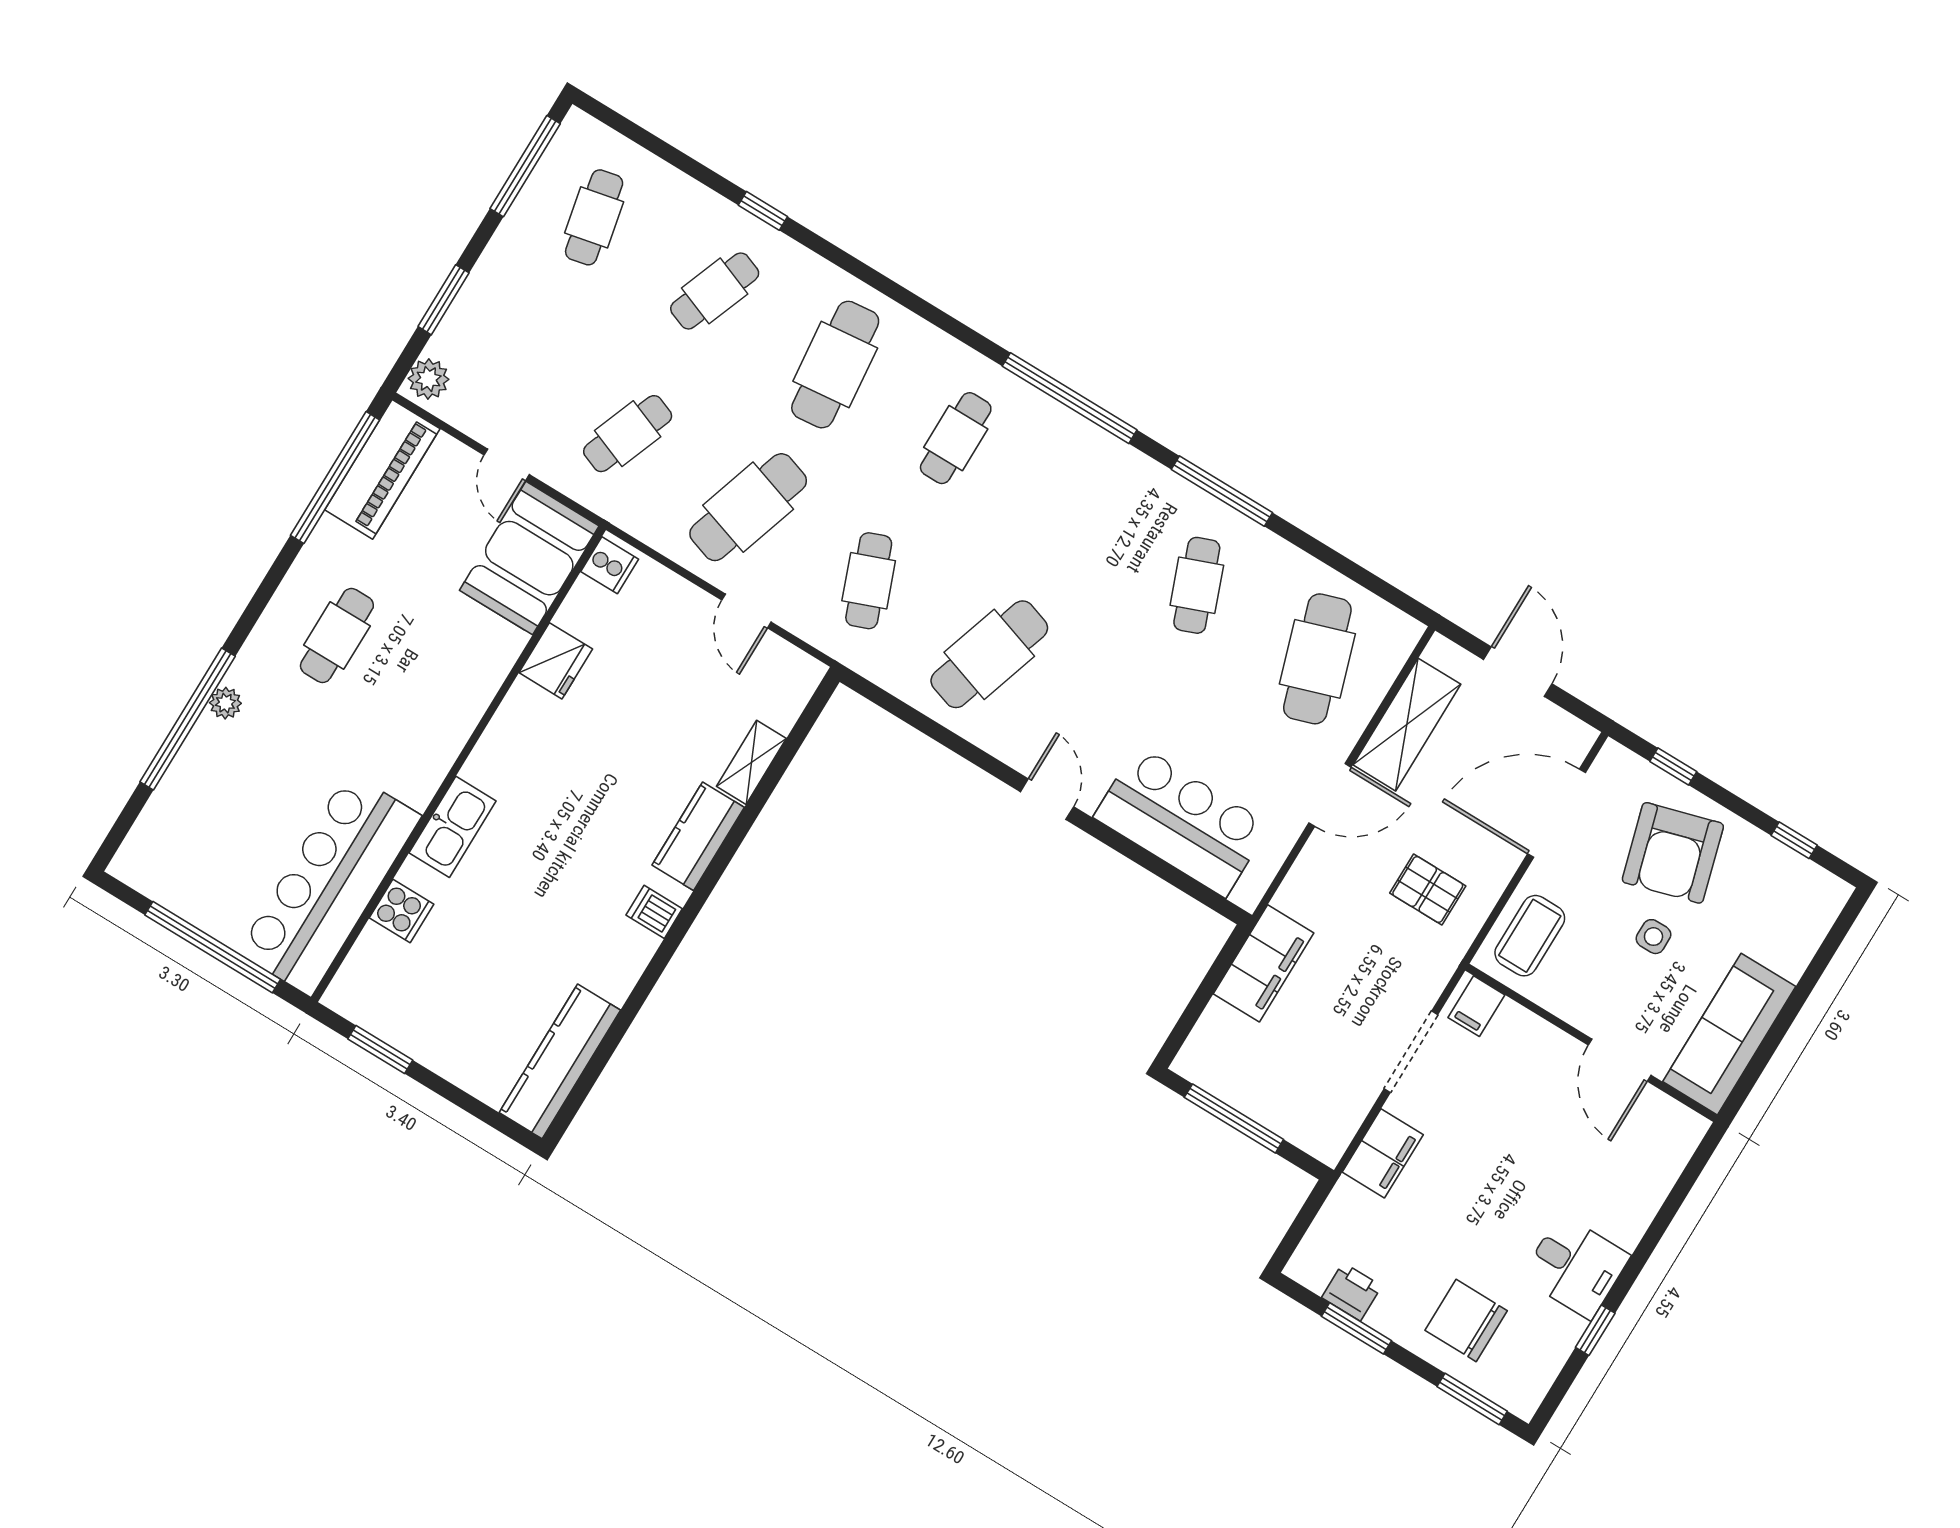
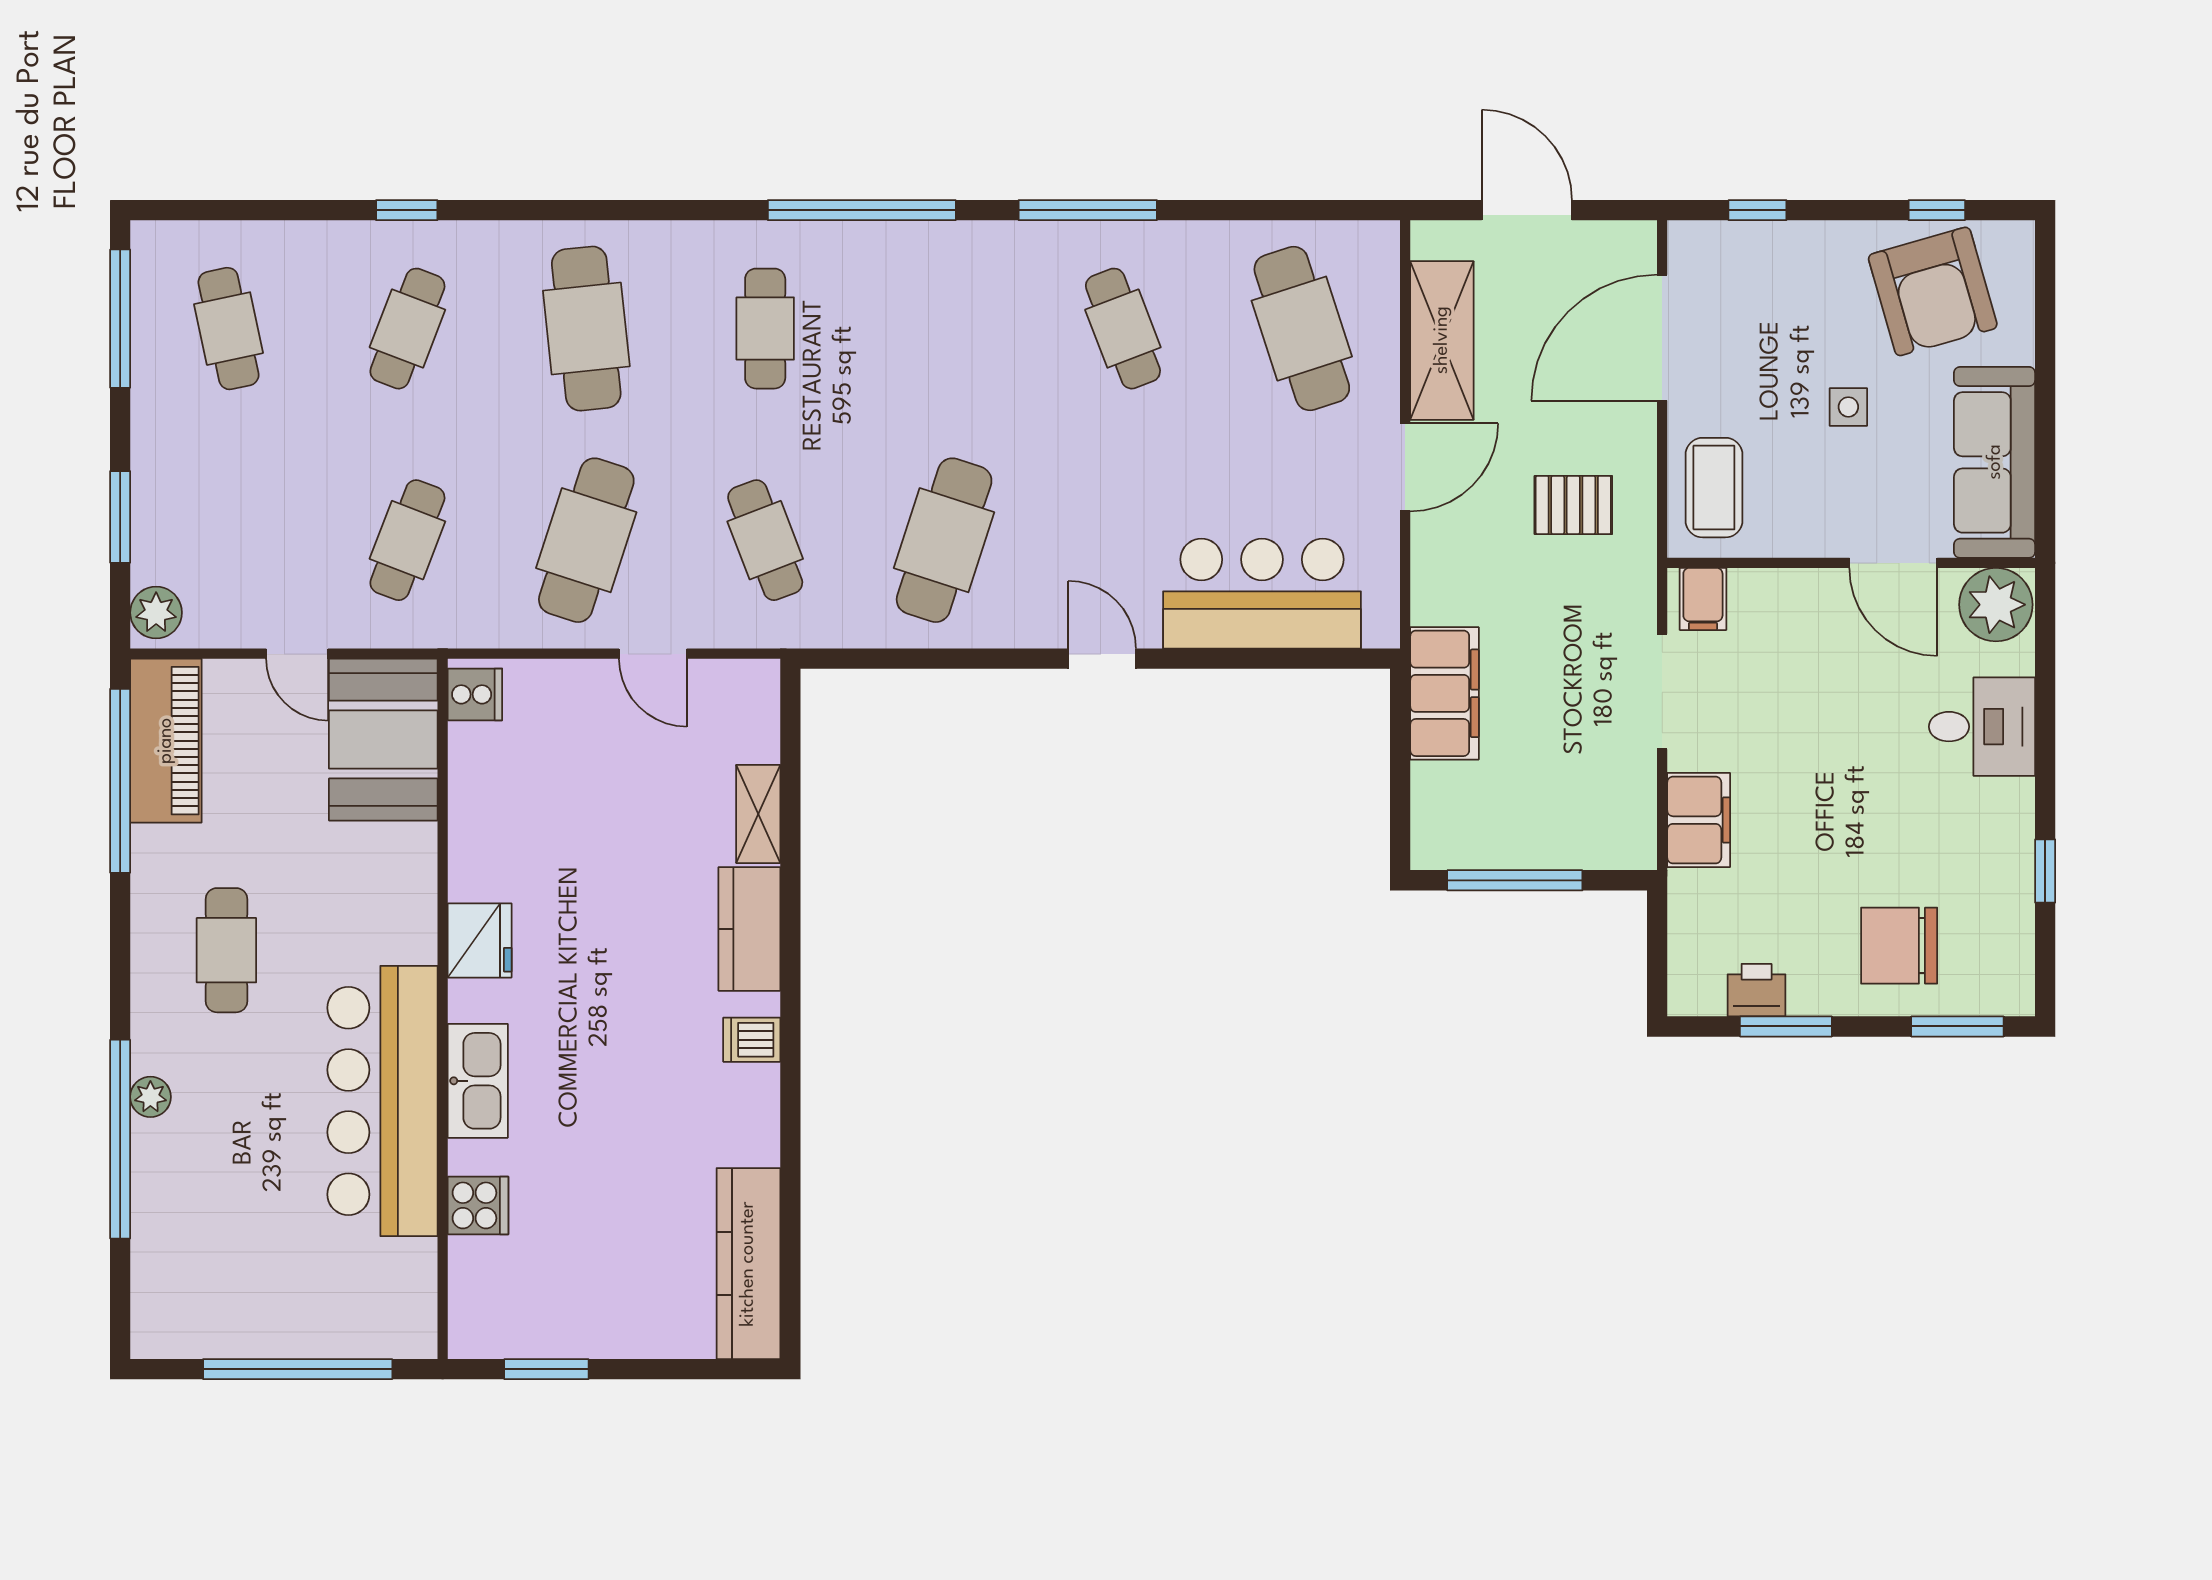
fridge: (556, 661) -> (480, 940), moved
armchair: (1673, 853) -> (1933, 291), moved
bar counter: (330, 884) -> (383, 1101), moved
plant: (1672, 1131) -> (1996, 605), added
desk: (1576, 1267) -> (1982, 727), moved

